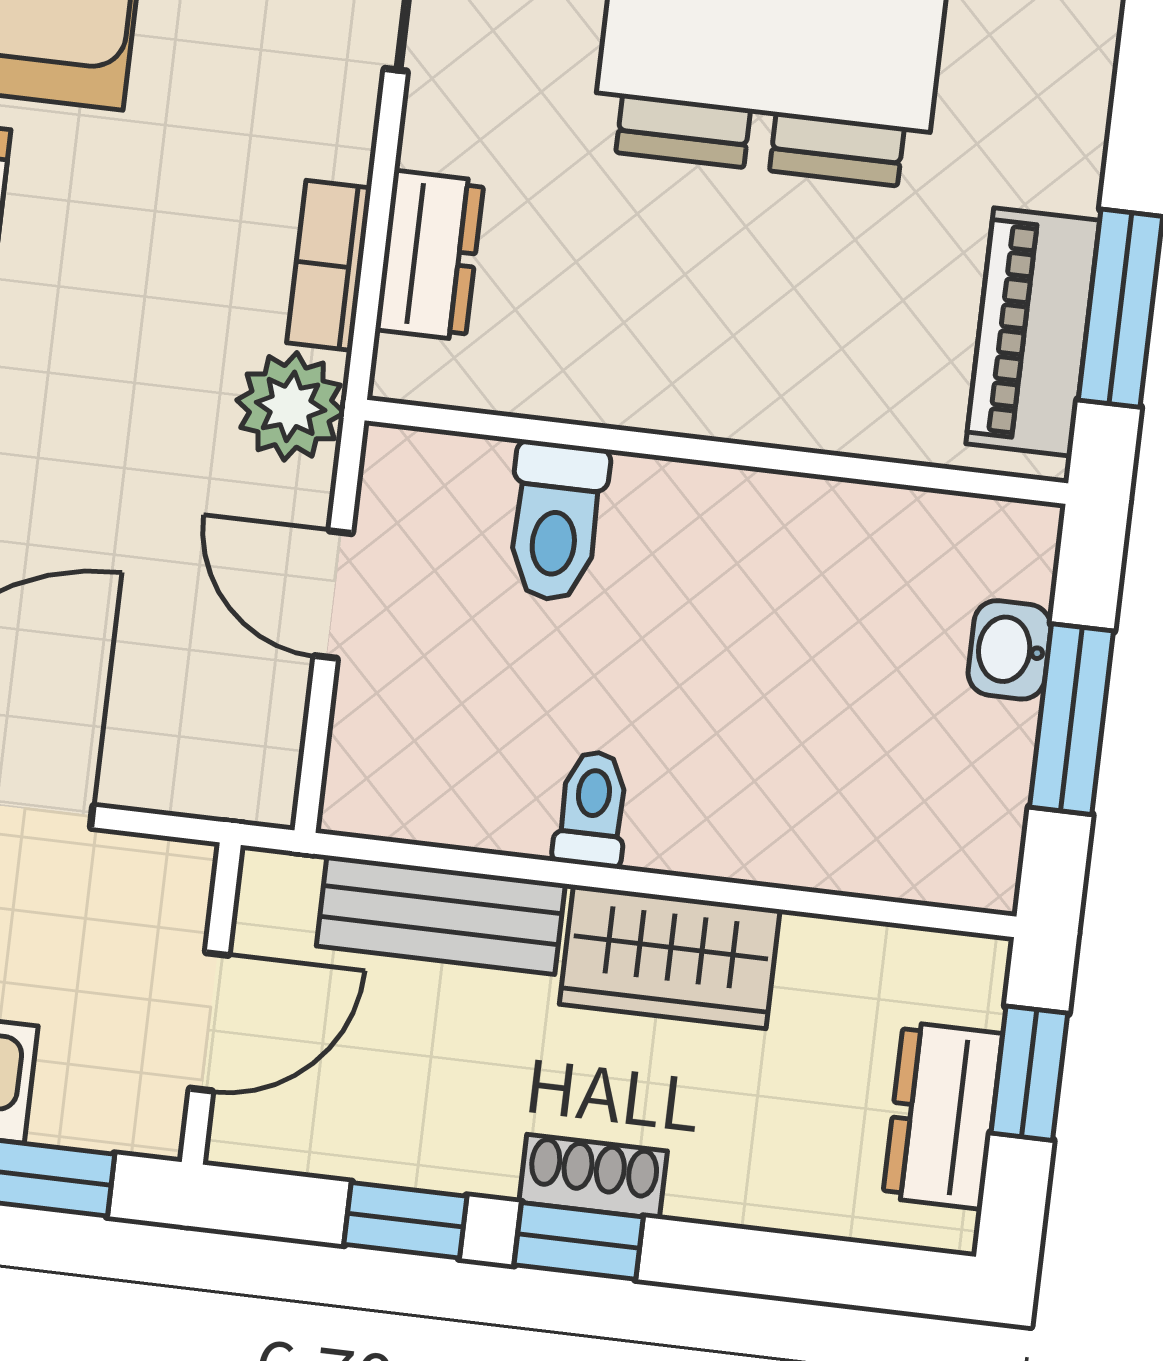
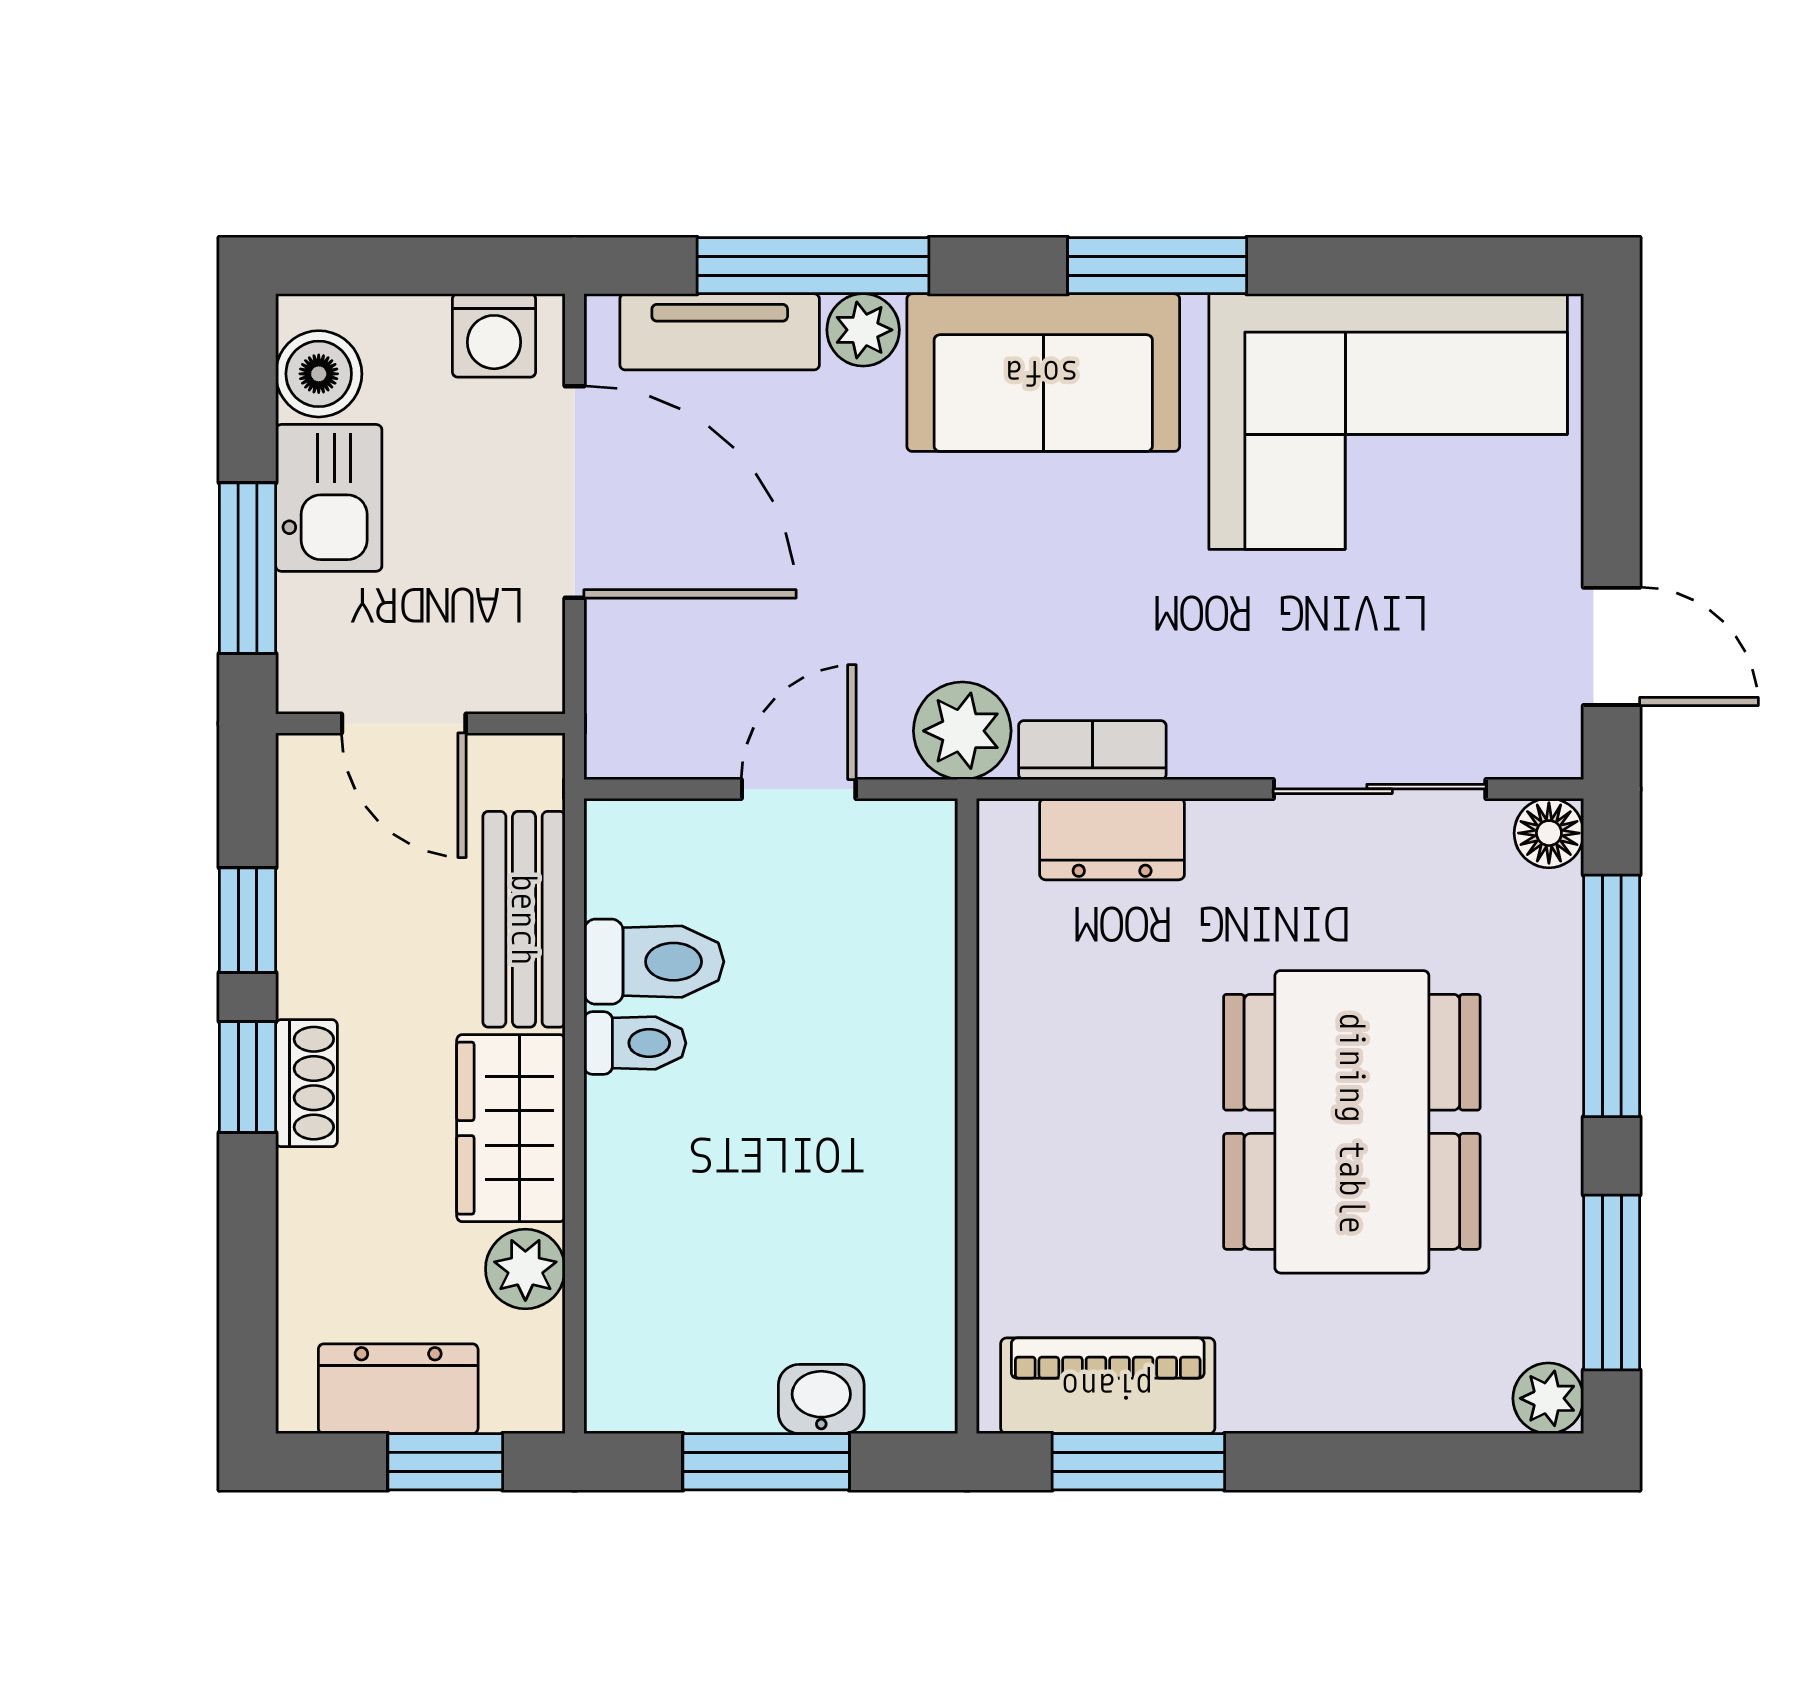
toilet: (556, 522) -> (654, 962), moved, turned 180
plant: (827, 959) -> (525, 1269), added

